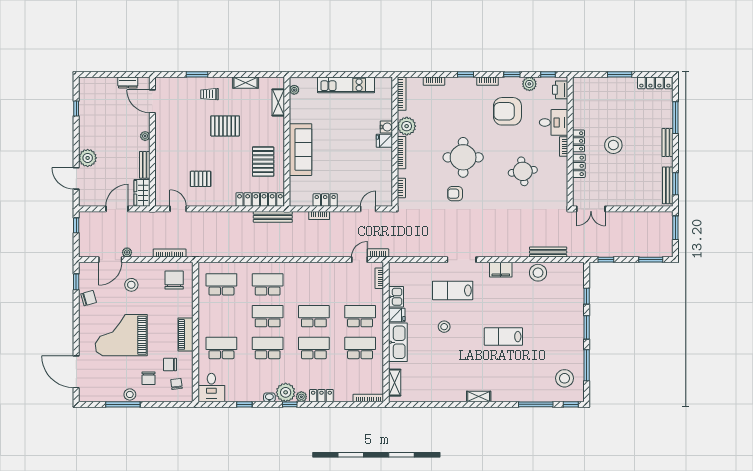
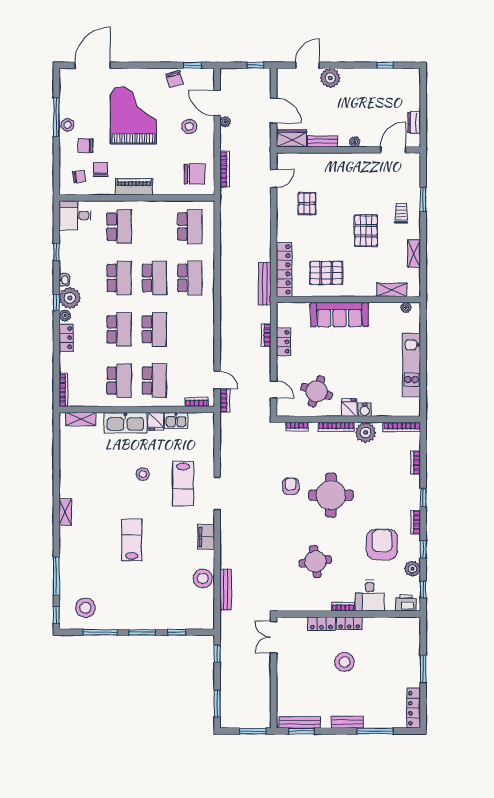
round table: (370, 170) -> (317, 391), added
lab bench: (453, 290) -> (183, 484), turned 180

